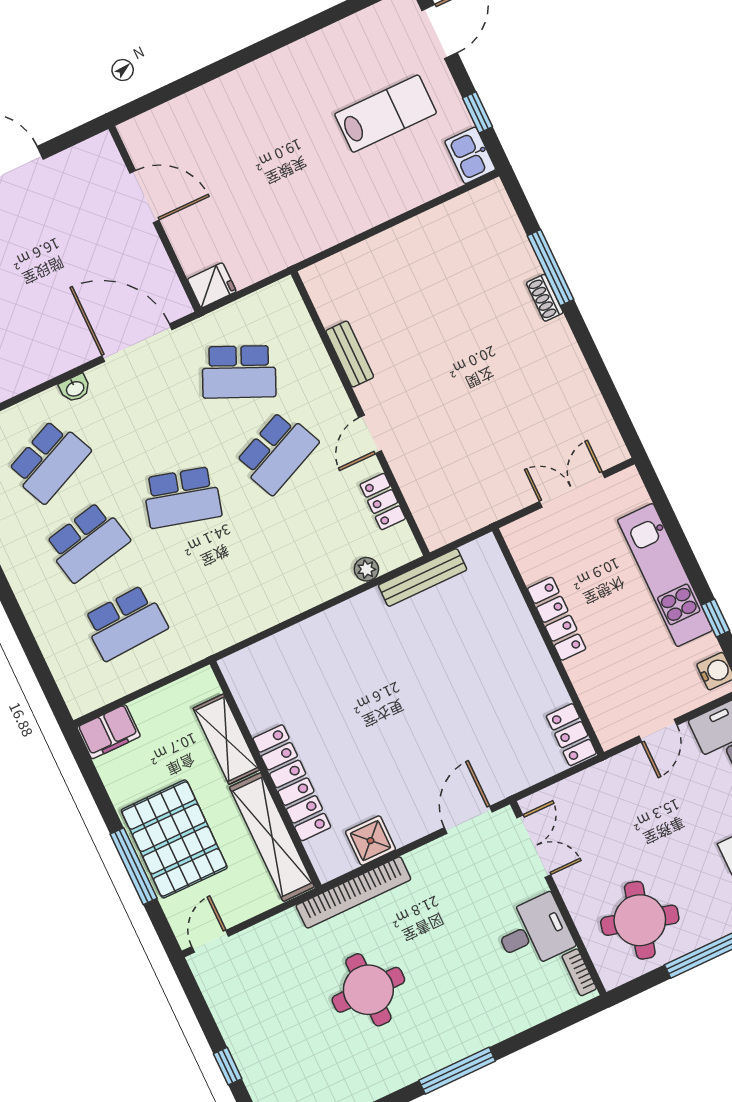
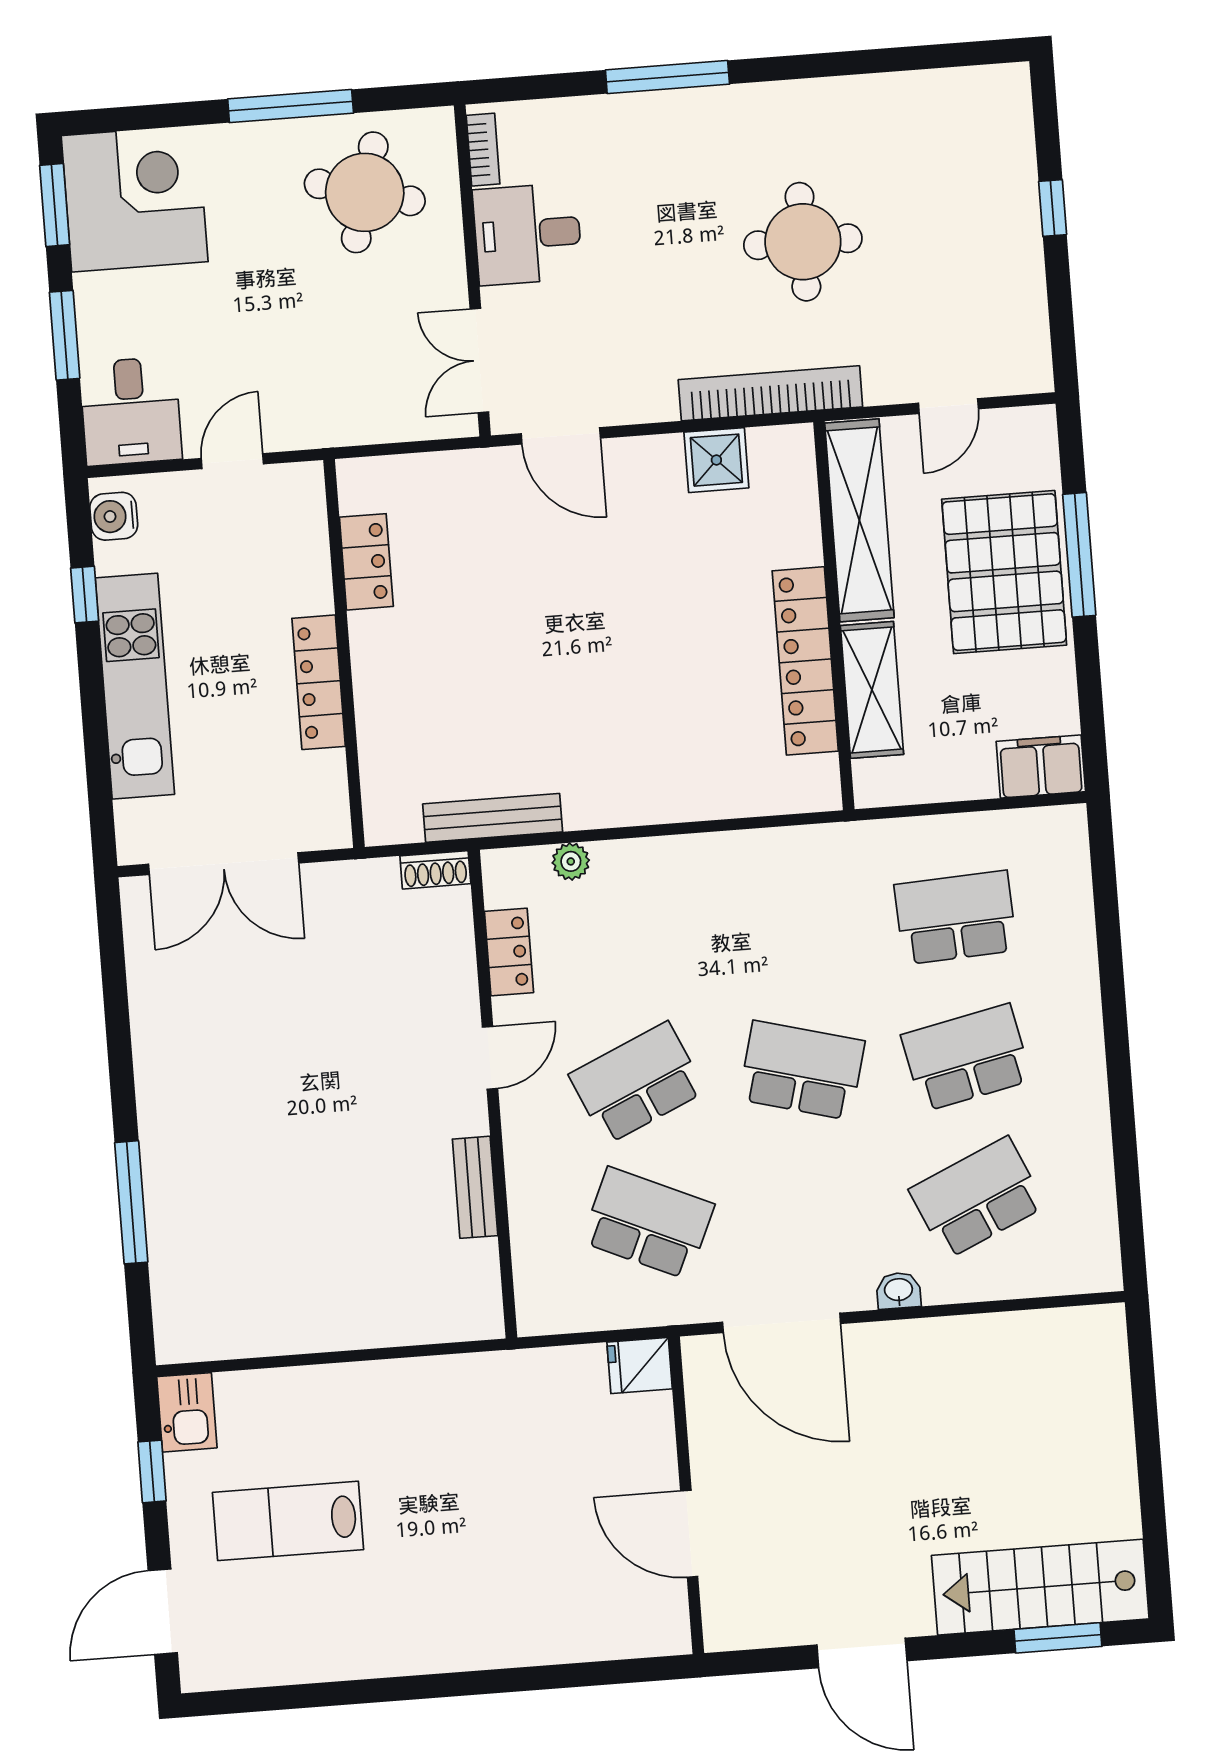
shoe rack: (545, 298) -> (435, 870), moved, turned 90
double door: (572, 490) -> (224, 864), width x1.37
locker: (571, 735) -> (366, 562), moved
locker: (292, 783) -> (805, 661), moved
door: (468, 820) -> (561, 436), hinge flipped
door: (210, 941) -> (948, 406), moved
window: (457, 1071) -> (667, 77), moved

